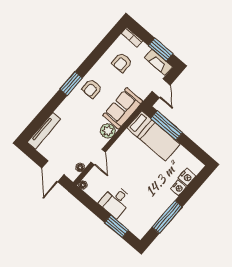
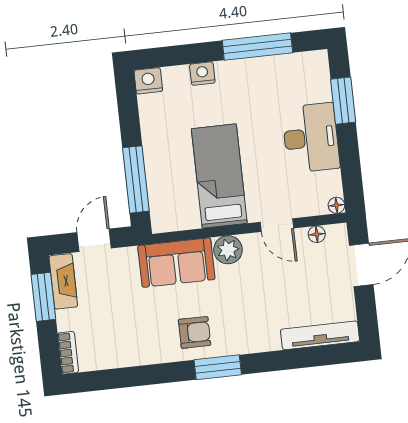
armchair: (122, 62) -> (116, 330), removed
bed: (154, 136) -> (219, 176), moved
door: (98, 157) -> (277, 225), swing flipped
nightstand: (187, 177) -> (148, 81), moved
desk: (116, 201) -> (311, 138), width x1.37

